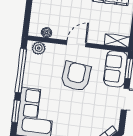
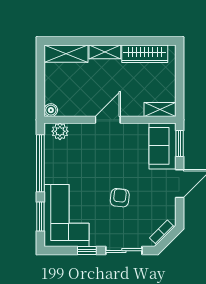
boiler: (47, 33) -> (51, 110), moved
armchair: (76, 76) -> (120, 198), moved, width x0.53, depth x0.53

